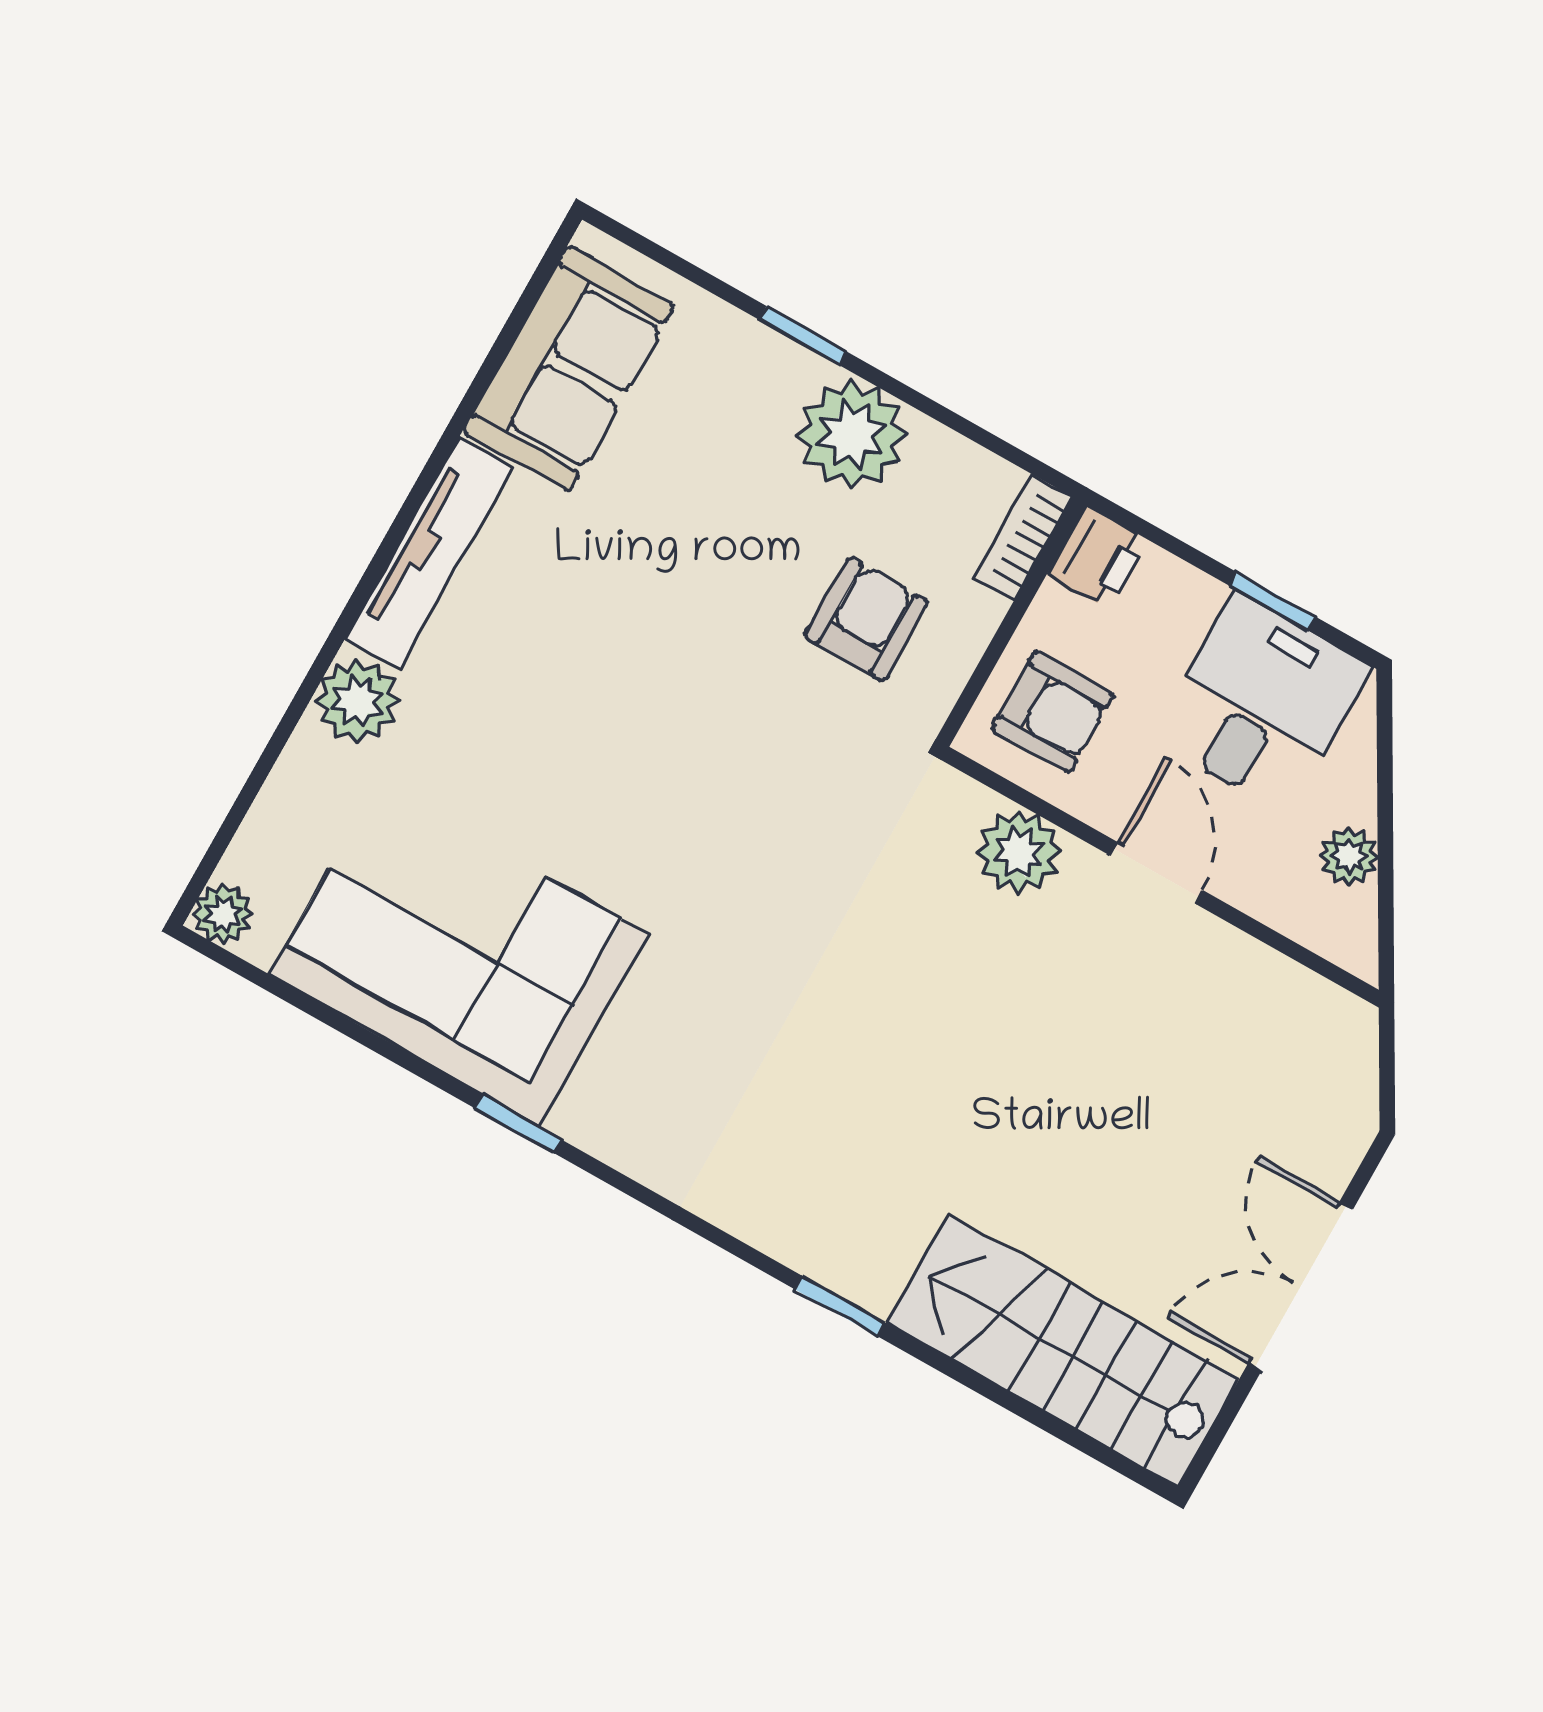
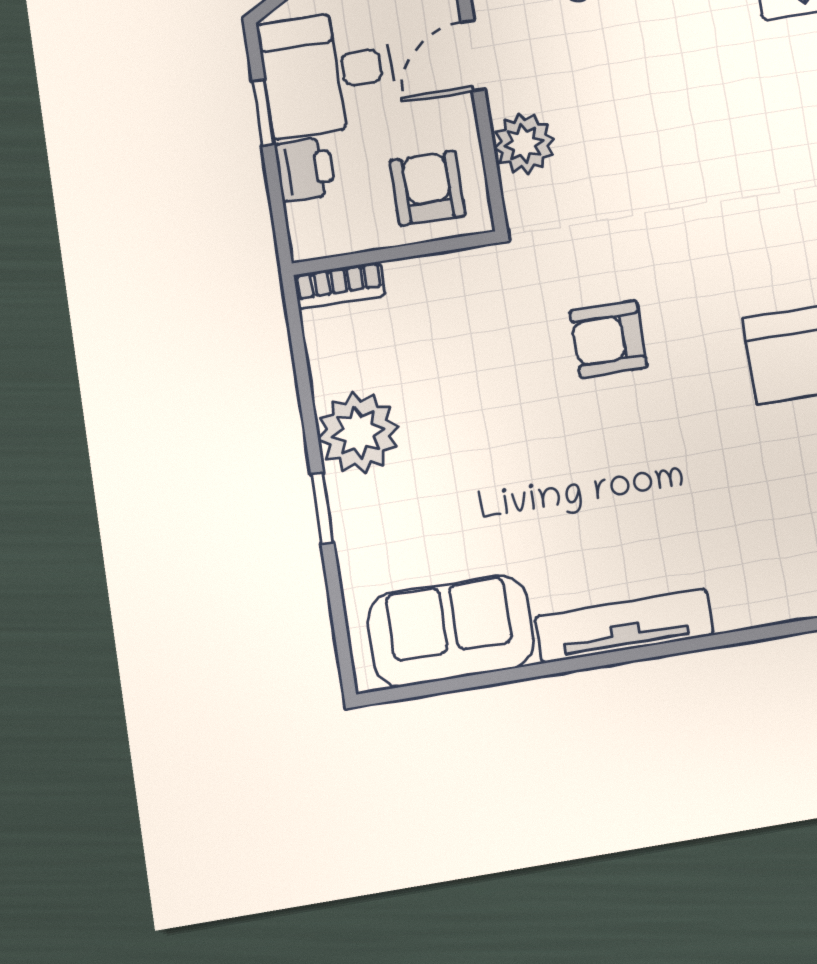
printer: (1098, 558) -> (305, 169), moved, turned 90
armchair: (866, 619) -> (608, 339), moved
plant: (357, 701) -> (744, 598), removed

